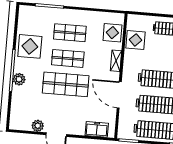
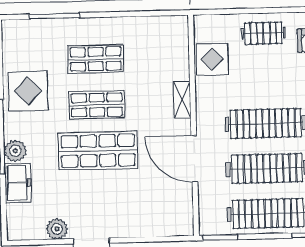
display table: (112, 33) -> (170, 51), removed
freezer: (97, 129) -> (18, 183), moved, turned 90

